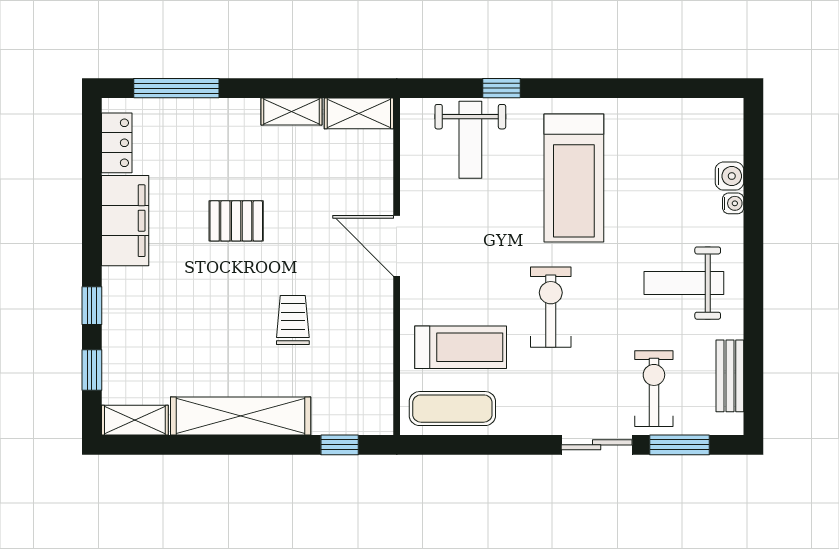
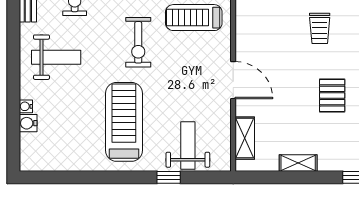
shelving: (359, 113) -> (245, 138), moved, turned 90
pallet: (236, 221) -> (332, 95), turned 90
trolley: (293, 320) -> (320, 28), moved

